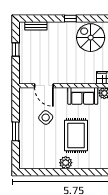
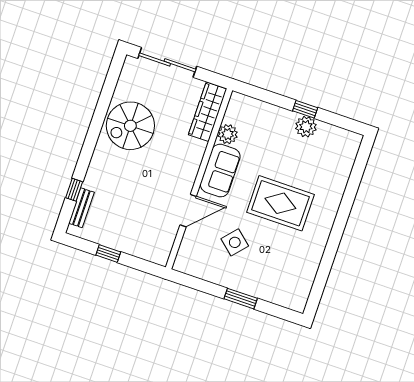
window: (70, 18) -> (74, 190), moved
door: (44, 86) -> (188, 211), moved
plant: (66, 163) -> (319, 235), removed

